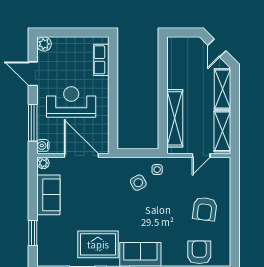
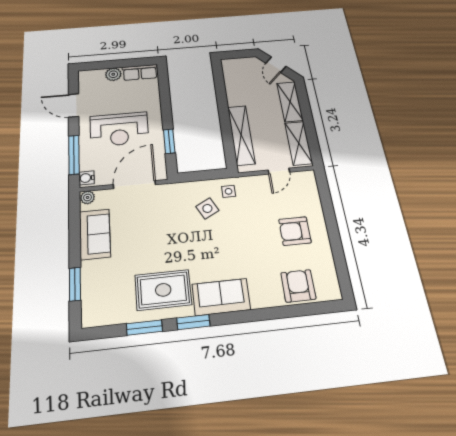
plant: (44, 44) -> (113, 74), moved
row of seats: (101, 60) -> (140, 72), moved, turned -90
reception desk: (71, 102) -> (119, 129), turned 180
window: (113, 118) -> (169, 141), added
door: (81, 156) -> (134, 185), hinge flipped
armchair: (205, 209) -> (295, 231), turned 83

